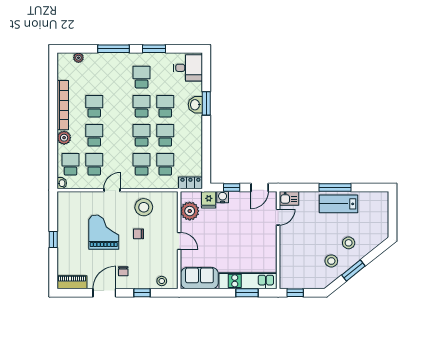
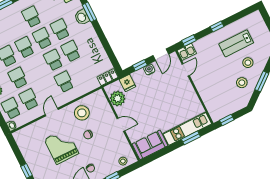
school desk: (165, 164) -> (25, 47), moved
window: (297, 187) -> (189, 41), added
window: (335, 187) -> (217, 26), width x0.46
water cooler: (223, 197) -> (149, 70), moved
lab bench: (339, 204) -> (236, 43), moved

